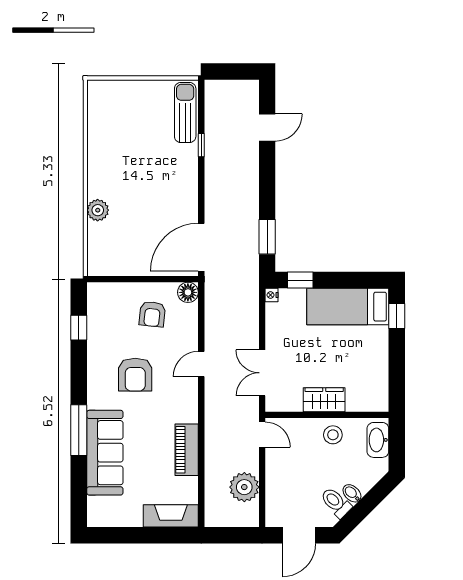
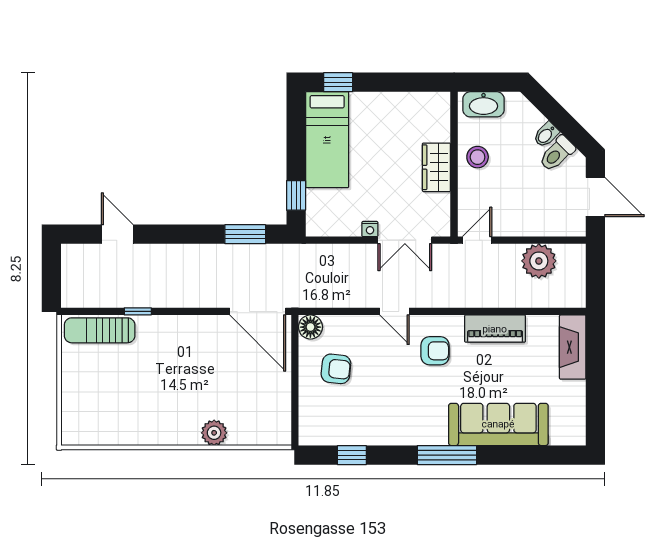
nightstand: (272, 295) -> (370, 229), moved
armchair: (135, 375) -> (435, 351), moved, width x0.72, depth x0.72
window: (79, 430) -> (447, 455), moved

